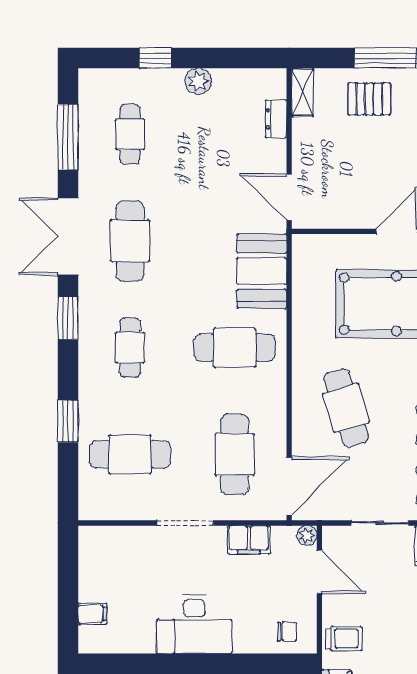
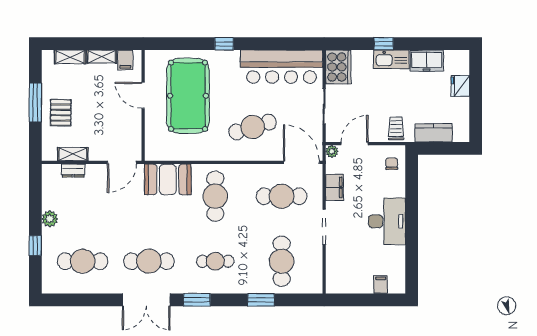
shelving: (303, 92) -> (73, 154), moved
cafe table: (130, 134) -> (83, 261), width x1.37, depth x1.35
window: (68, 137) -> (84, 300), removed

